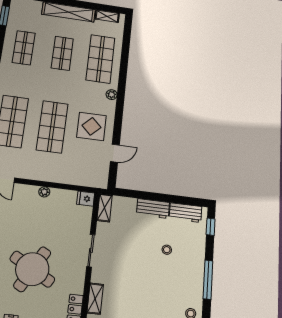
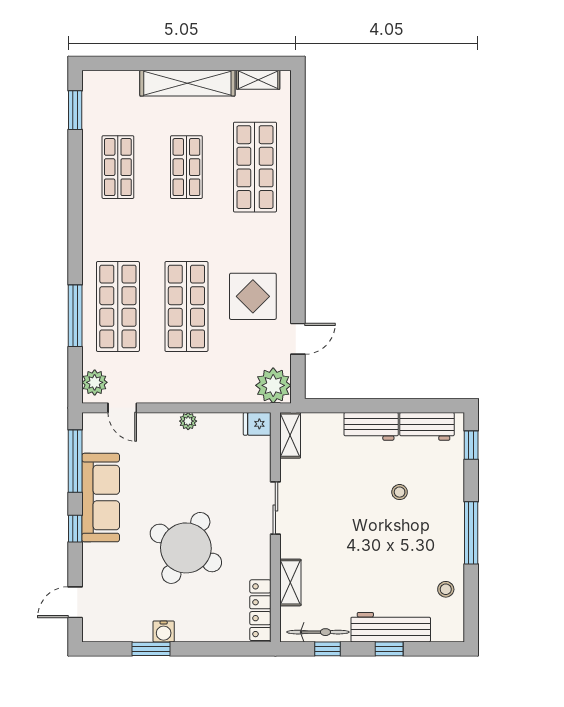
plant: (112, 95) -> (273, 385), moved, width x1.87, depth x1.87

